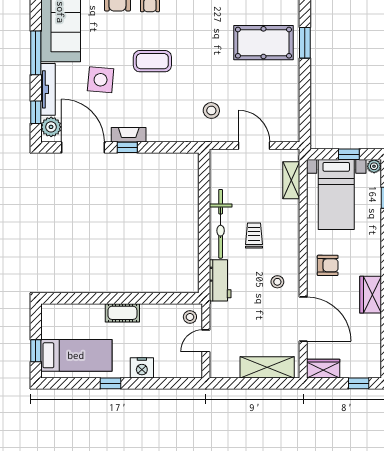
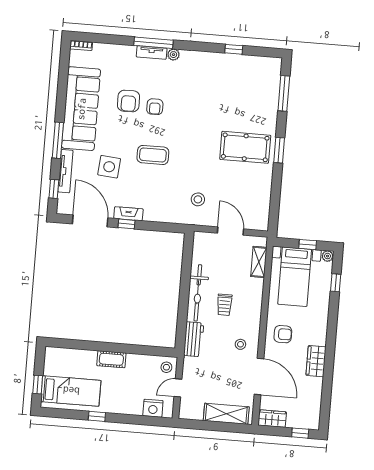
plant: (51, 127) -> (65, 202), removed
trolley: (254, 236) -> (224, 305), turned 180
nightstand: (142, 368) -> (153, 408), moved

